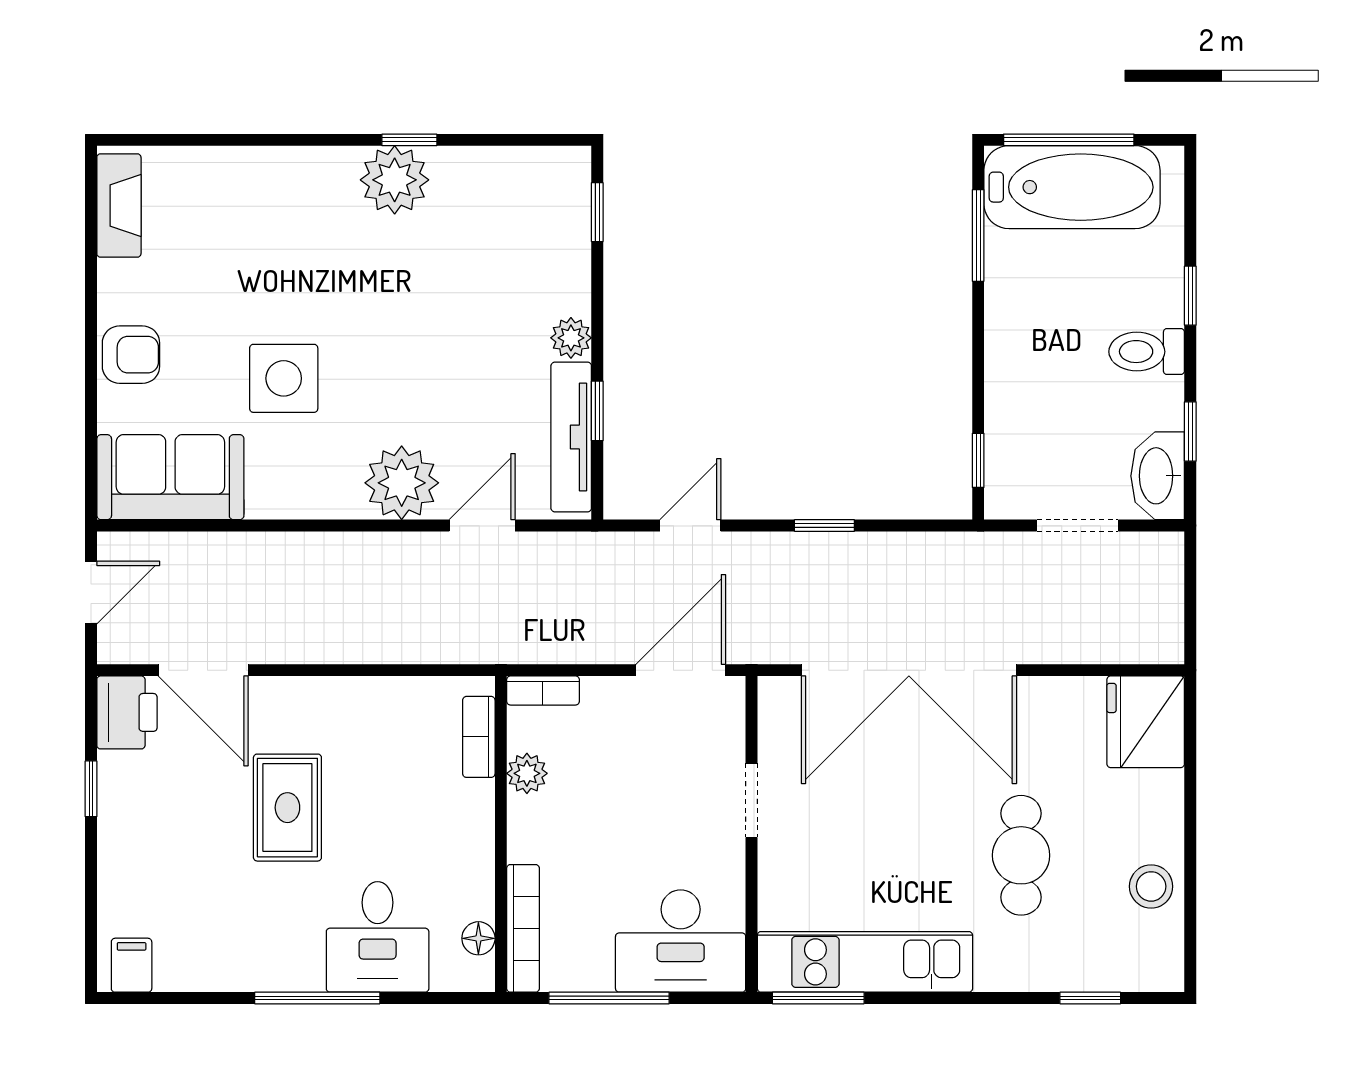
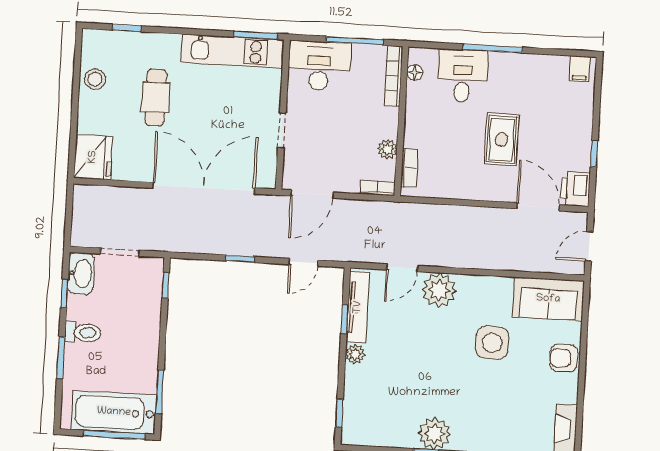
window: (1190, 296) -> (61, 358), width x1.50

